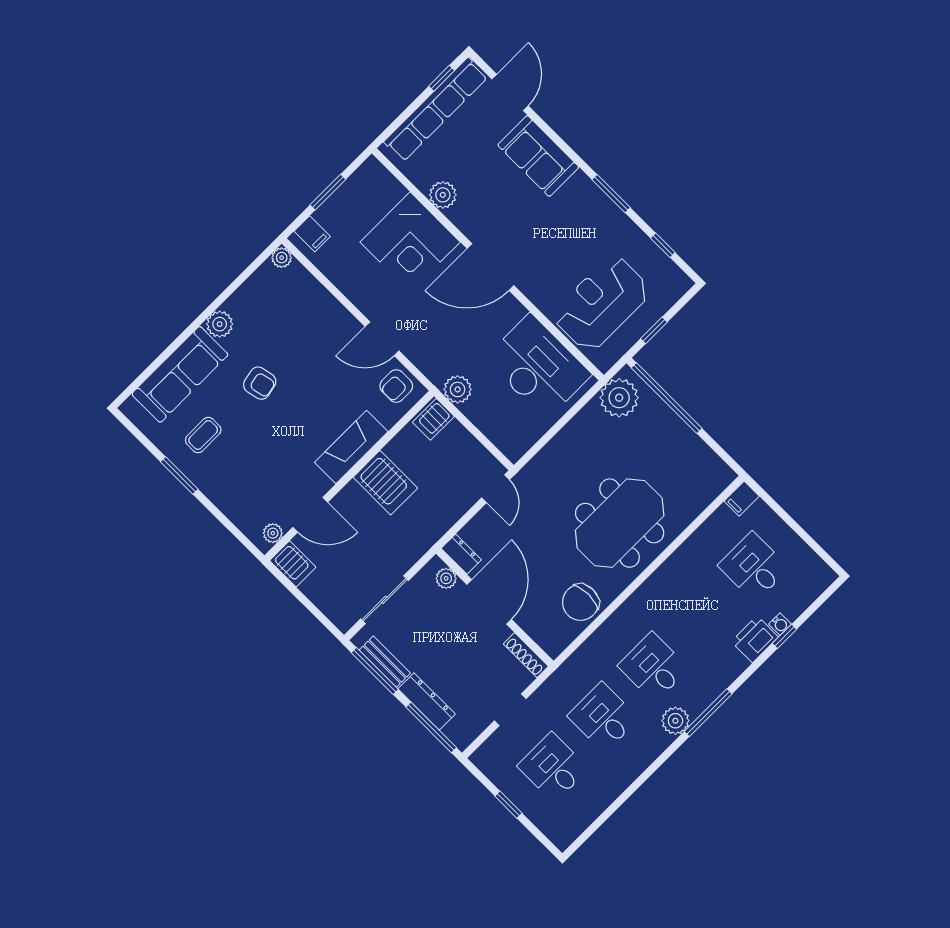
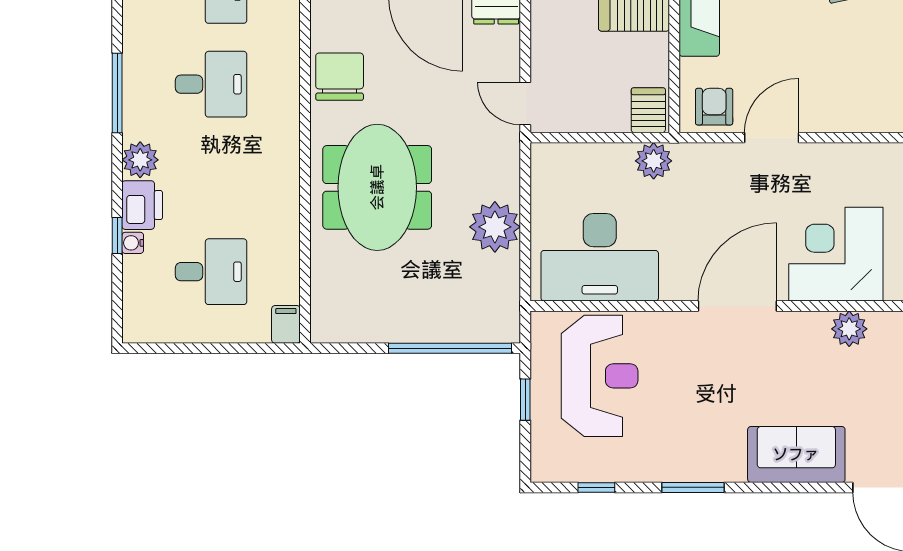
plant: (619, 398) -> (495, 227), moved
plant: (675, 721) -> (140, 160), moved

